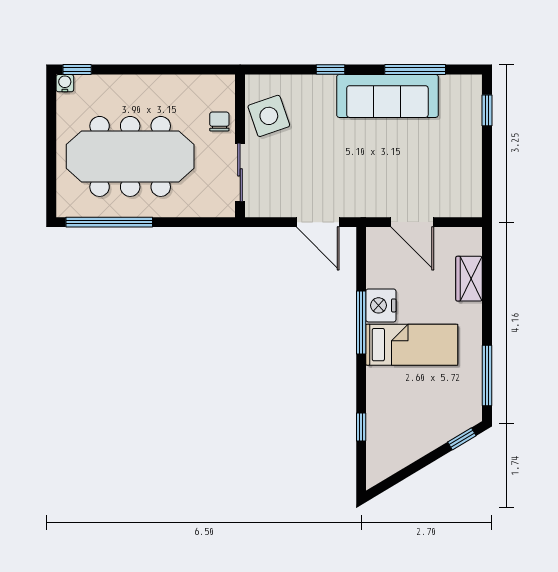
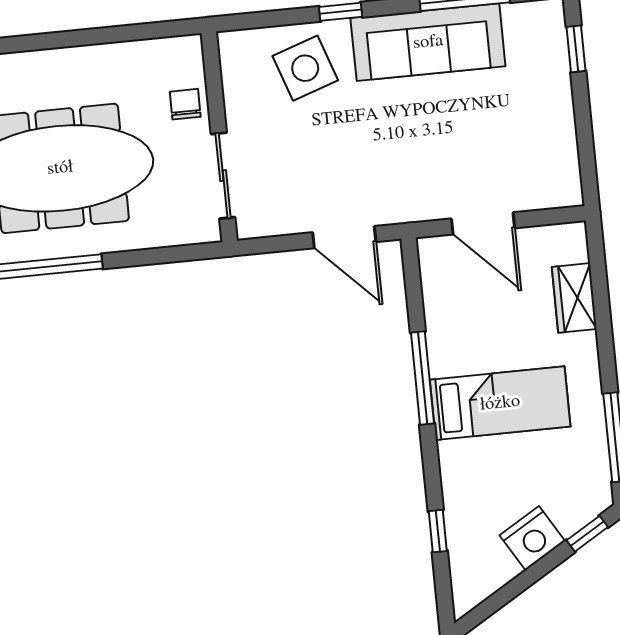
side table: (269, 116) -> (305, 68), moved
nightstand: (381, 305) -> (532, 538), moved, turned -121

